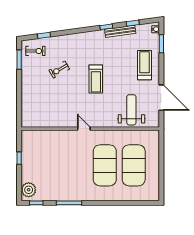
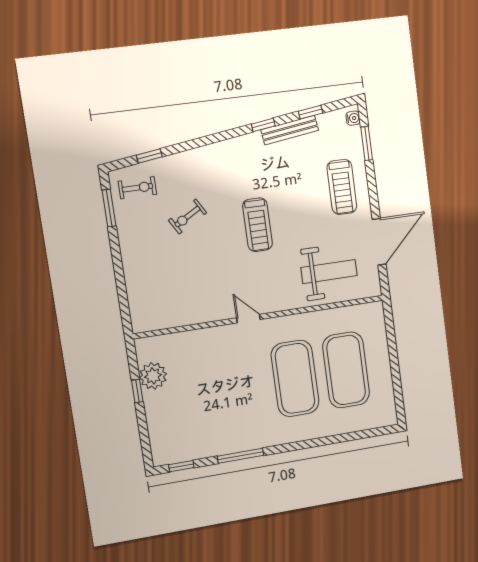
treadmill: (145, 65) -> (342, 187), turned 180
door: (161, 98) -> (379, 242), hinge flipped
weight bench: (131, 110) -> (329, 272), turned 90
plant: (29, 190) -> (153, 376), moved

